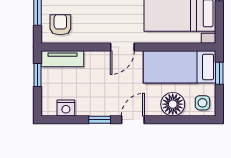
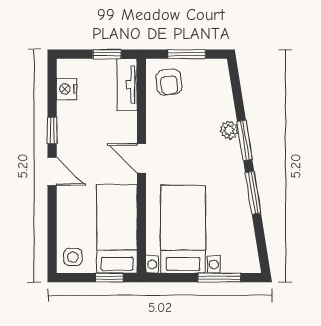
armchair: (60, 25) -> (169, 82), turned 83
floor lamp: (173, 104) -> (71, 220), removed

